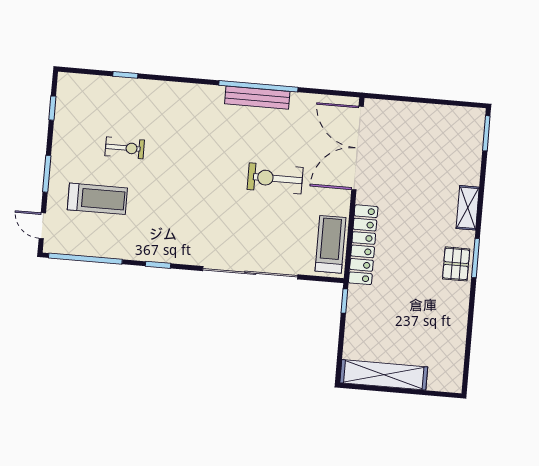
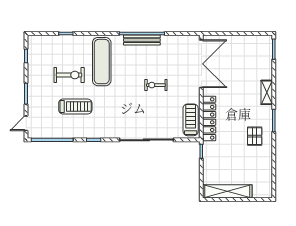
exercise mat: (184, 129) -> (102, 62), added
exercise bike: (125, 148) -> (69, 75), width x1.38, depth x1.39
double door: (358, 148) -> (201, 64), swing flipped
exercise bike: (275, 178) -> (156, 85), width x0.73, depth x0.72
treadmill: (97, 199) -> (75, 106), moved
door: (42, 226) -> (26, 123), hinge flipped
pallet: (456, 264) -> (255, 136), moved

